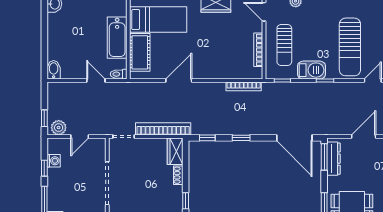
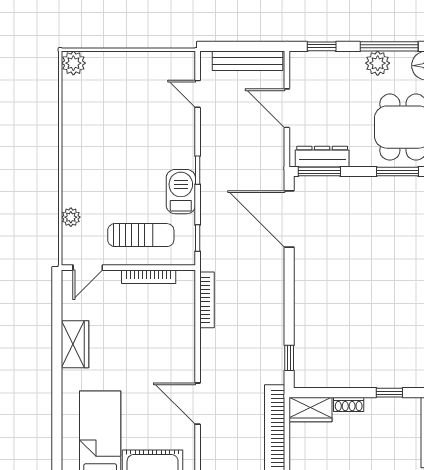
sun lounger: (350, 47) -> (144, 130), removed
window: (241, 138) -> (289, 304), removed
door: (294, 138) -> (289, 219), swing flipped

